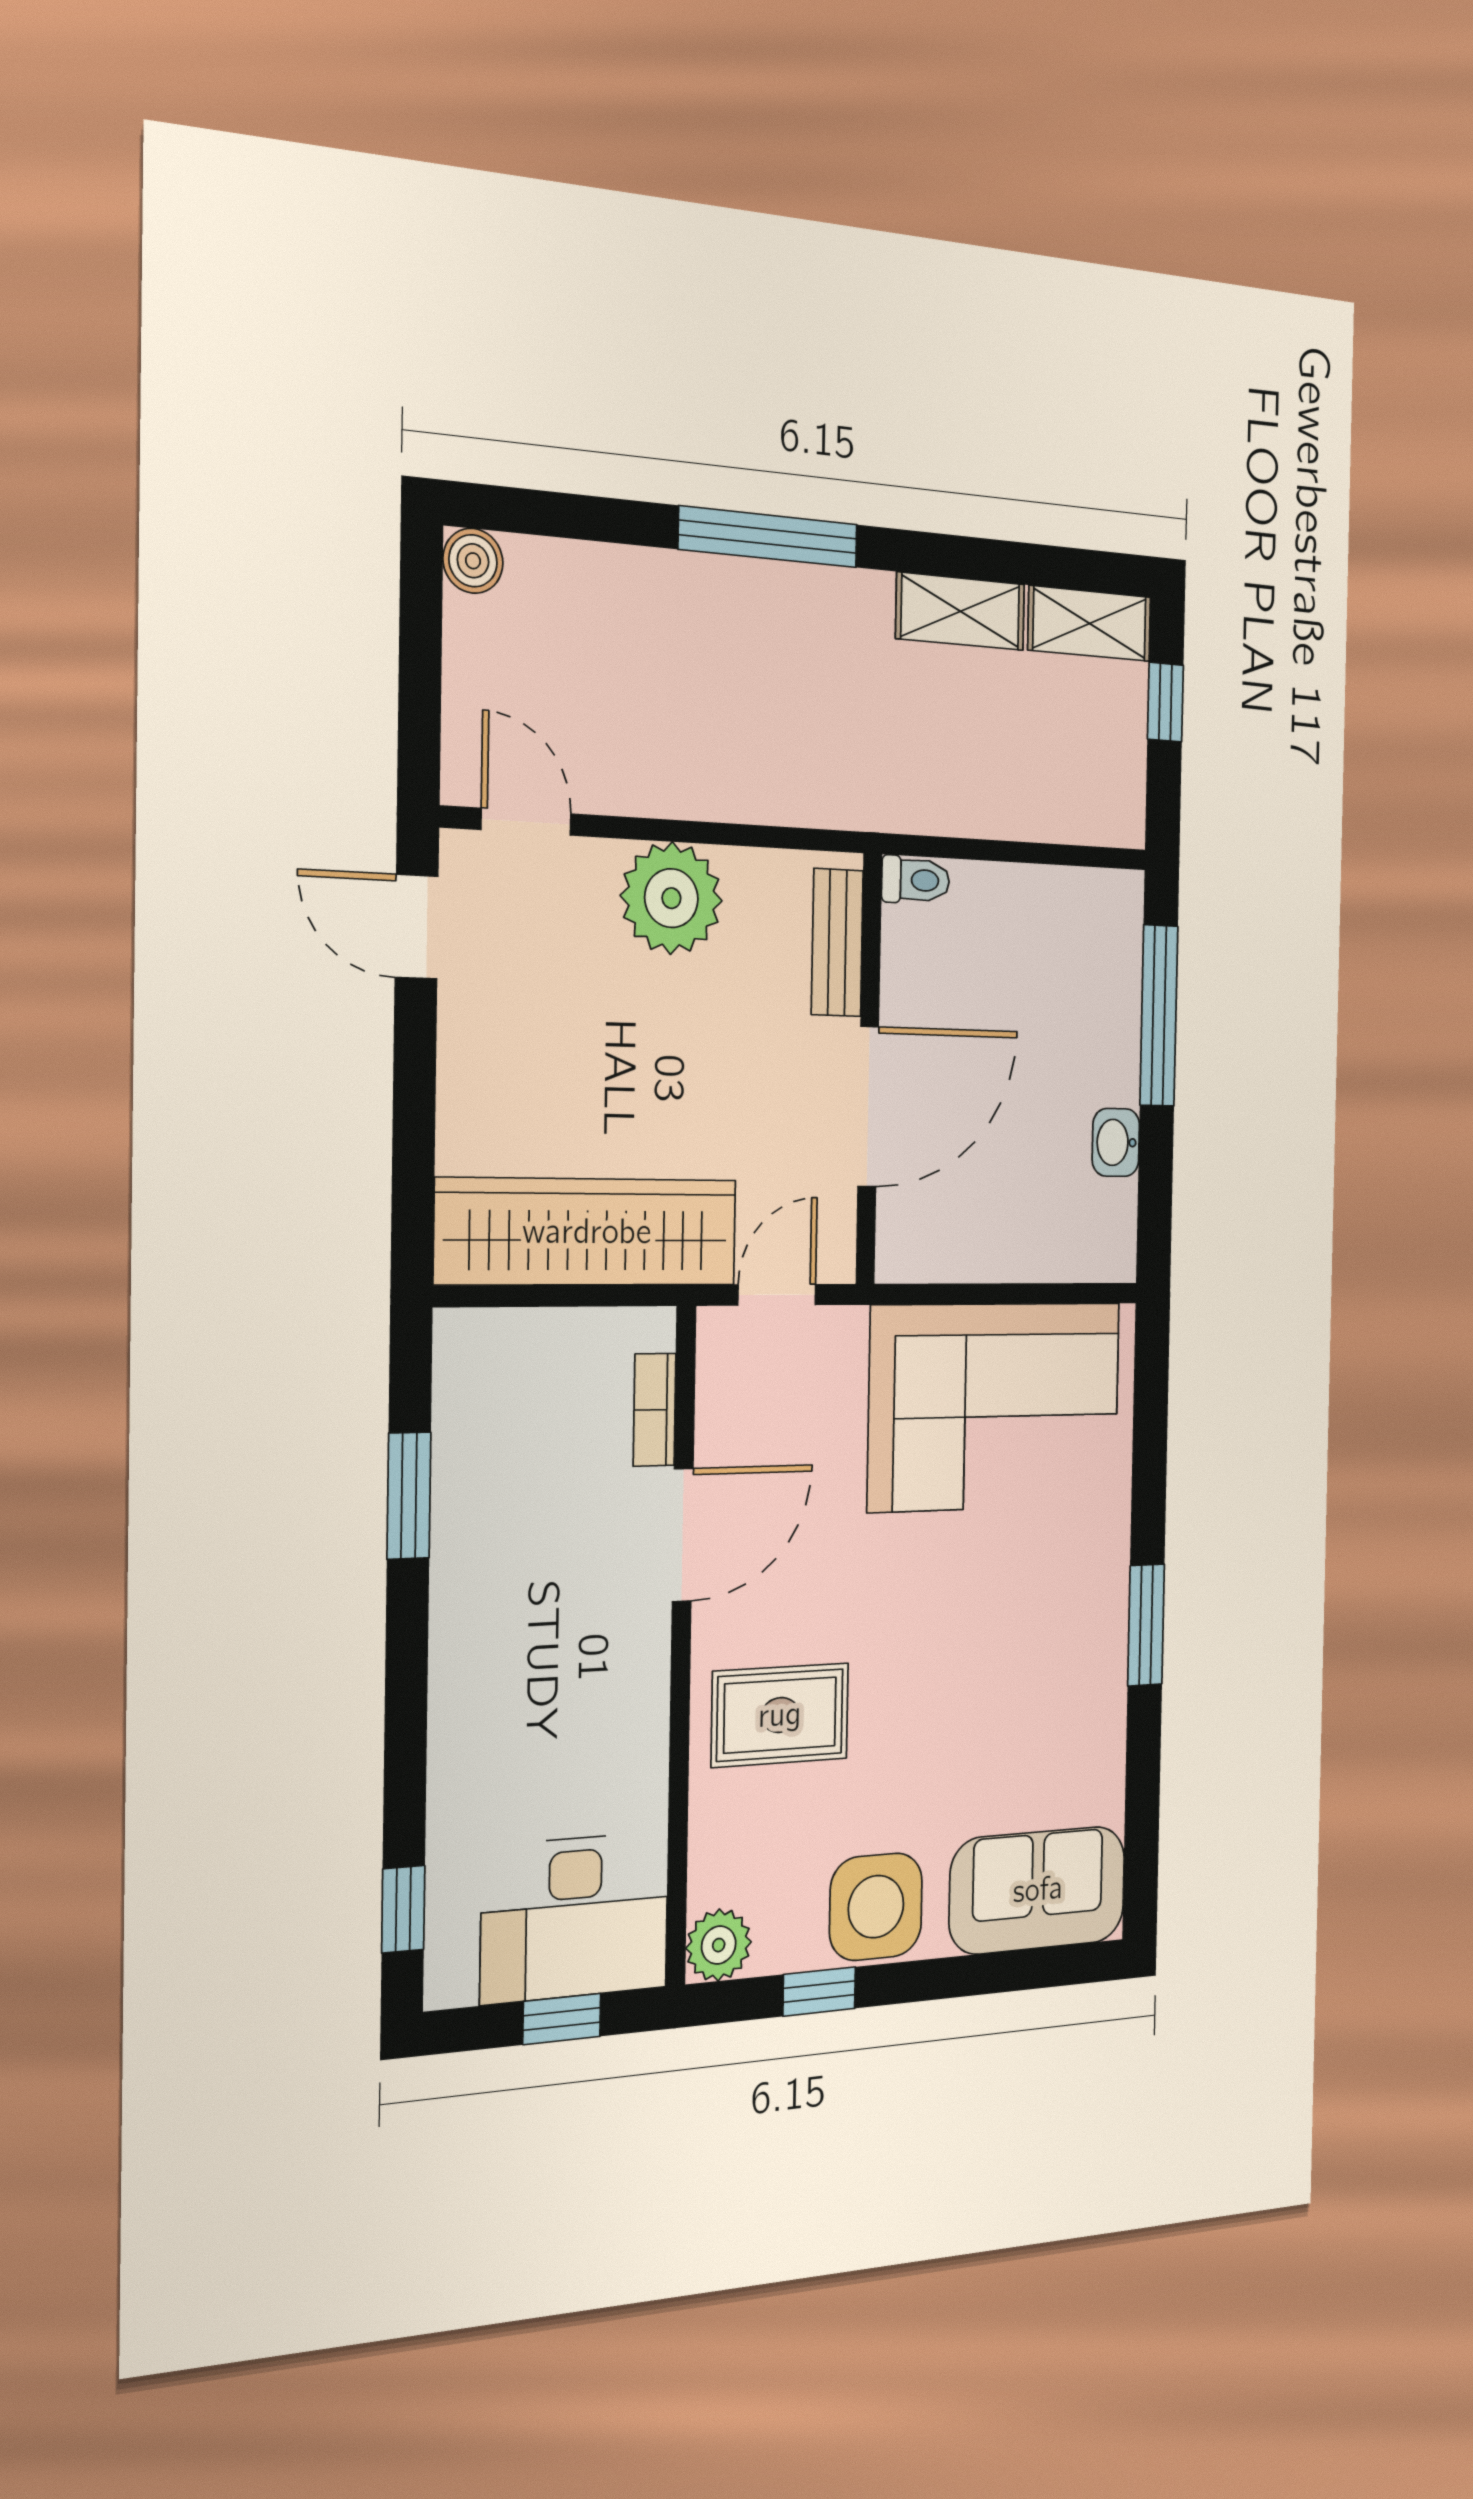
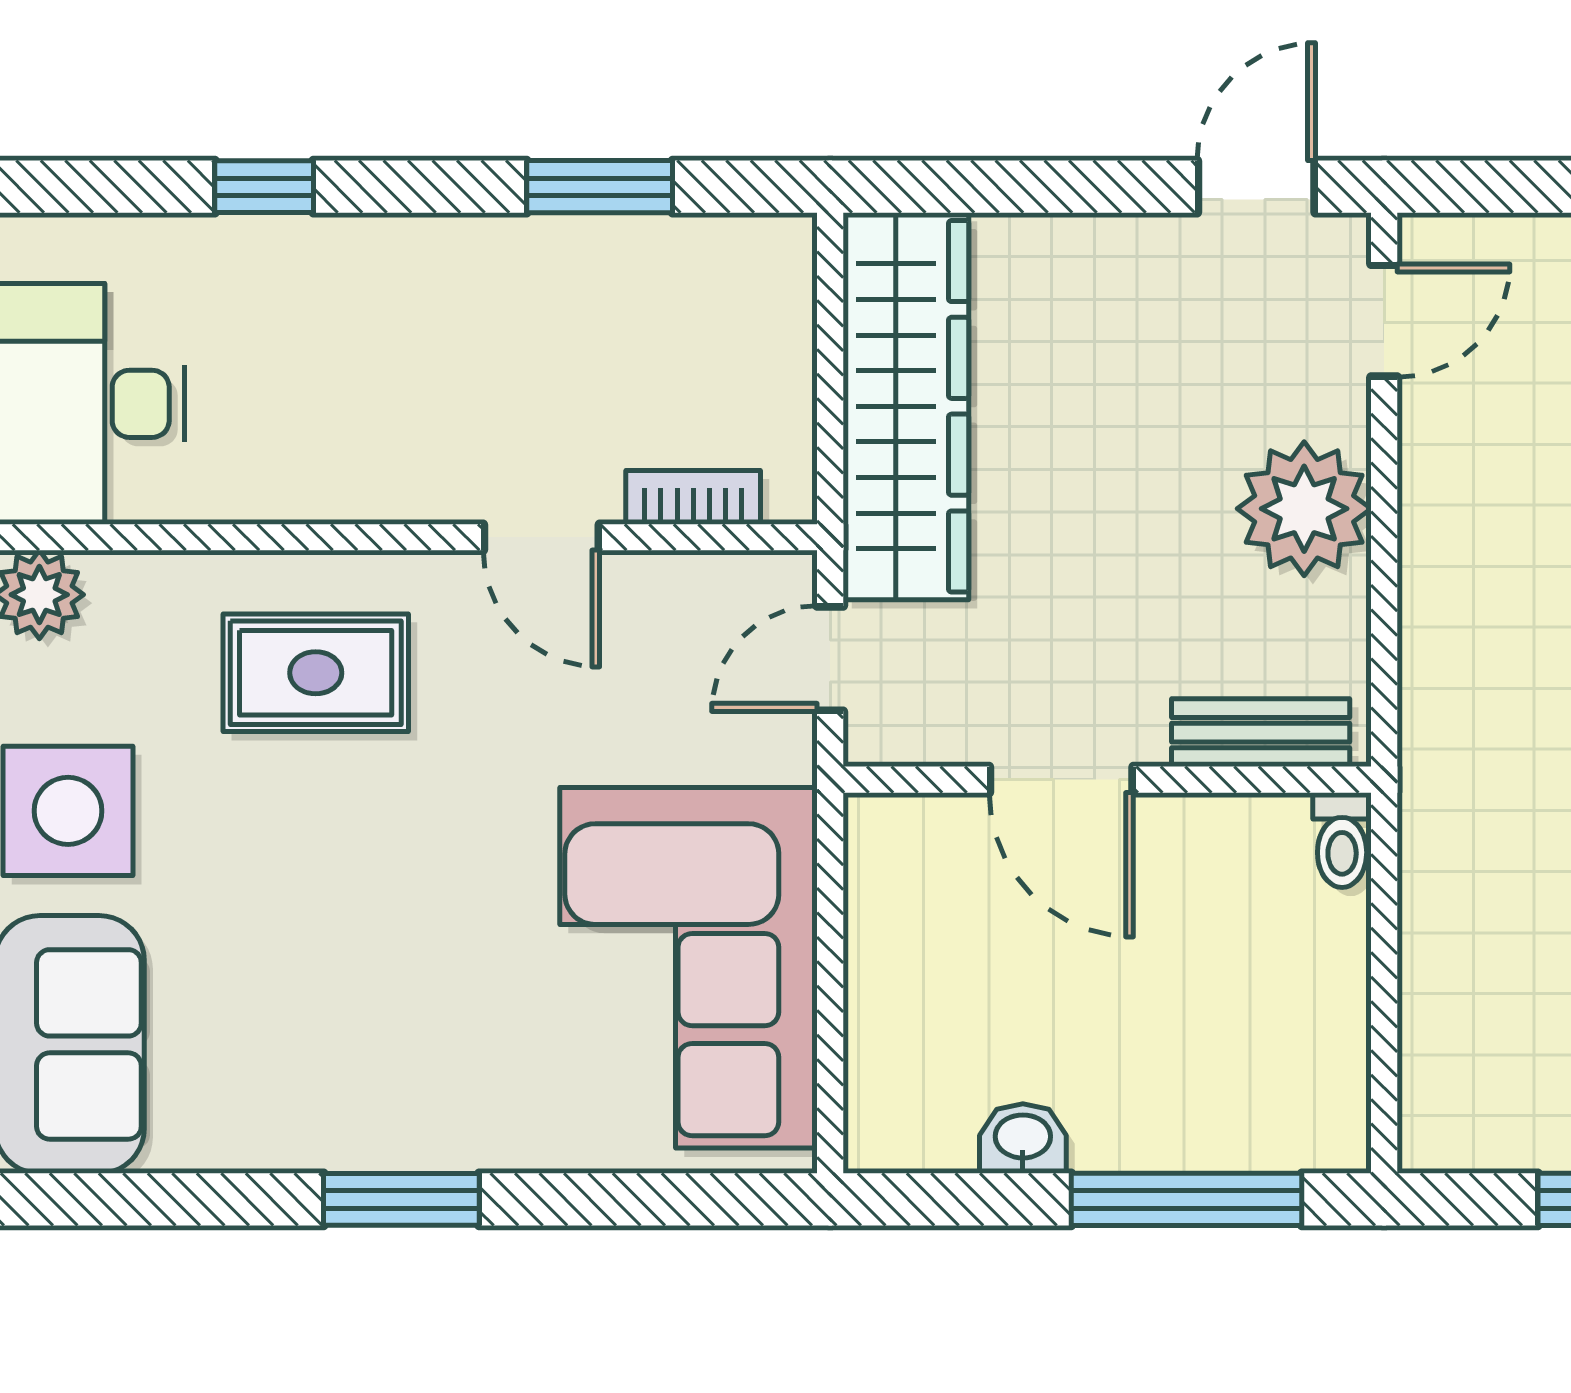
door: (868, 1107) -> (1061, 780), width x0.73
door: (777, 1295) -> (830, 659), swing flipped
door: (683, 1535) -> (541, 537), width x0.73
rug: (780, 1715) -> (316, 673), turned 90
window: (403, 1909) -> (264, 187), moved

